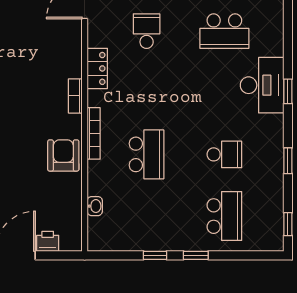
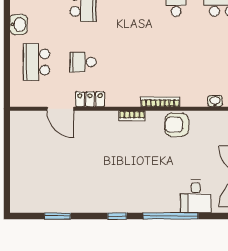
locker: (97, 68) -> (90, 99), moved
school desk: (147, 154) -> (176, 62), removed

